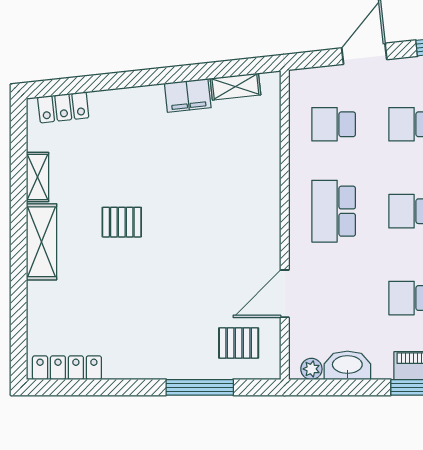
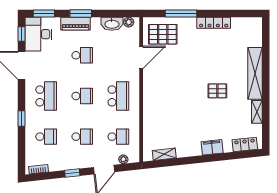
plant: (323, 76) -> (123, 159), added
filing cabinet: (188, 95) -> (212, 147), moved
shelving: (42, 242) -> (255, 73), width x1.47
pallet: (239, 343) -> (163, 34), width x1.50, depth x1.42
locker: (67, 368) -> (214, 23), moved

